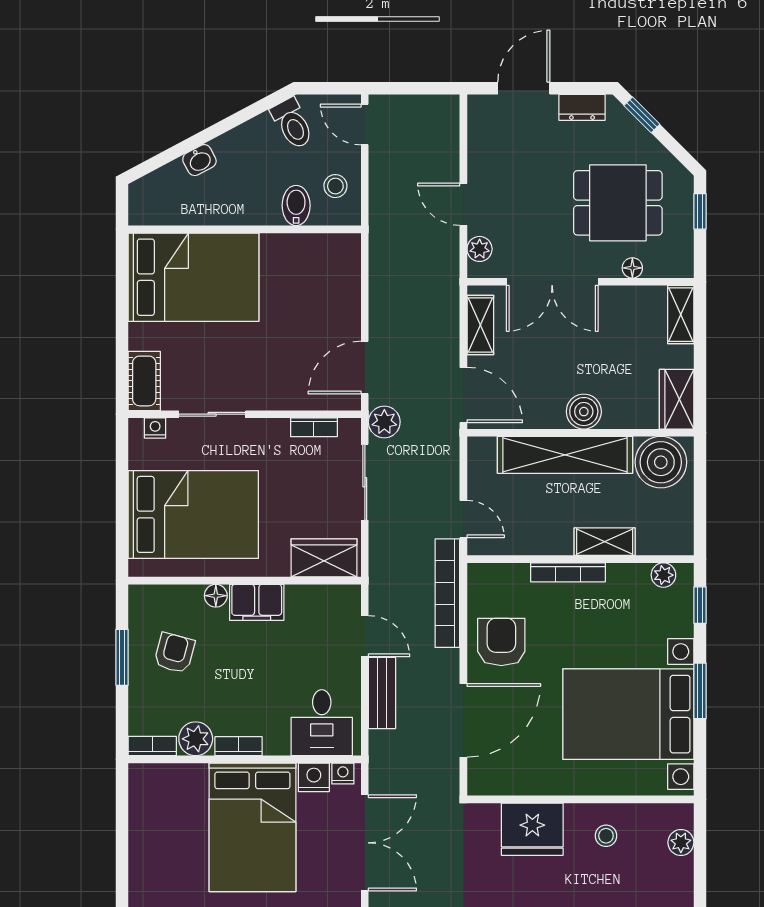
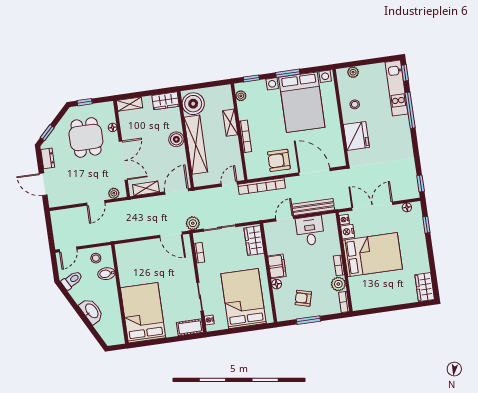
washbasin: (199, 160) -> (91, 311), width x1.91, depth x1.45
bench: (382, 693) -> (313, 207), width x1.36
desk: (322, 723) -> (310, 231), moved, turned -90

